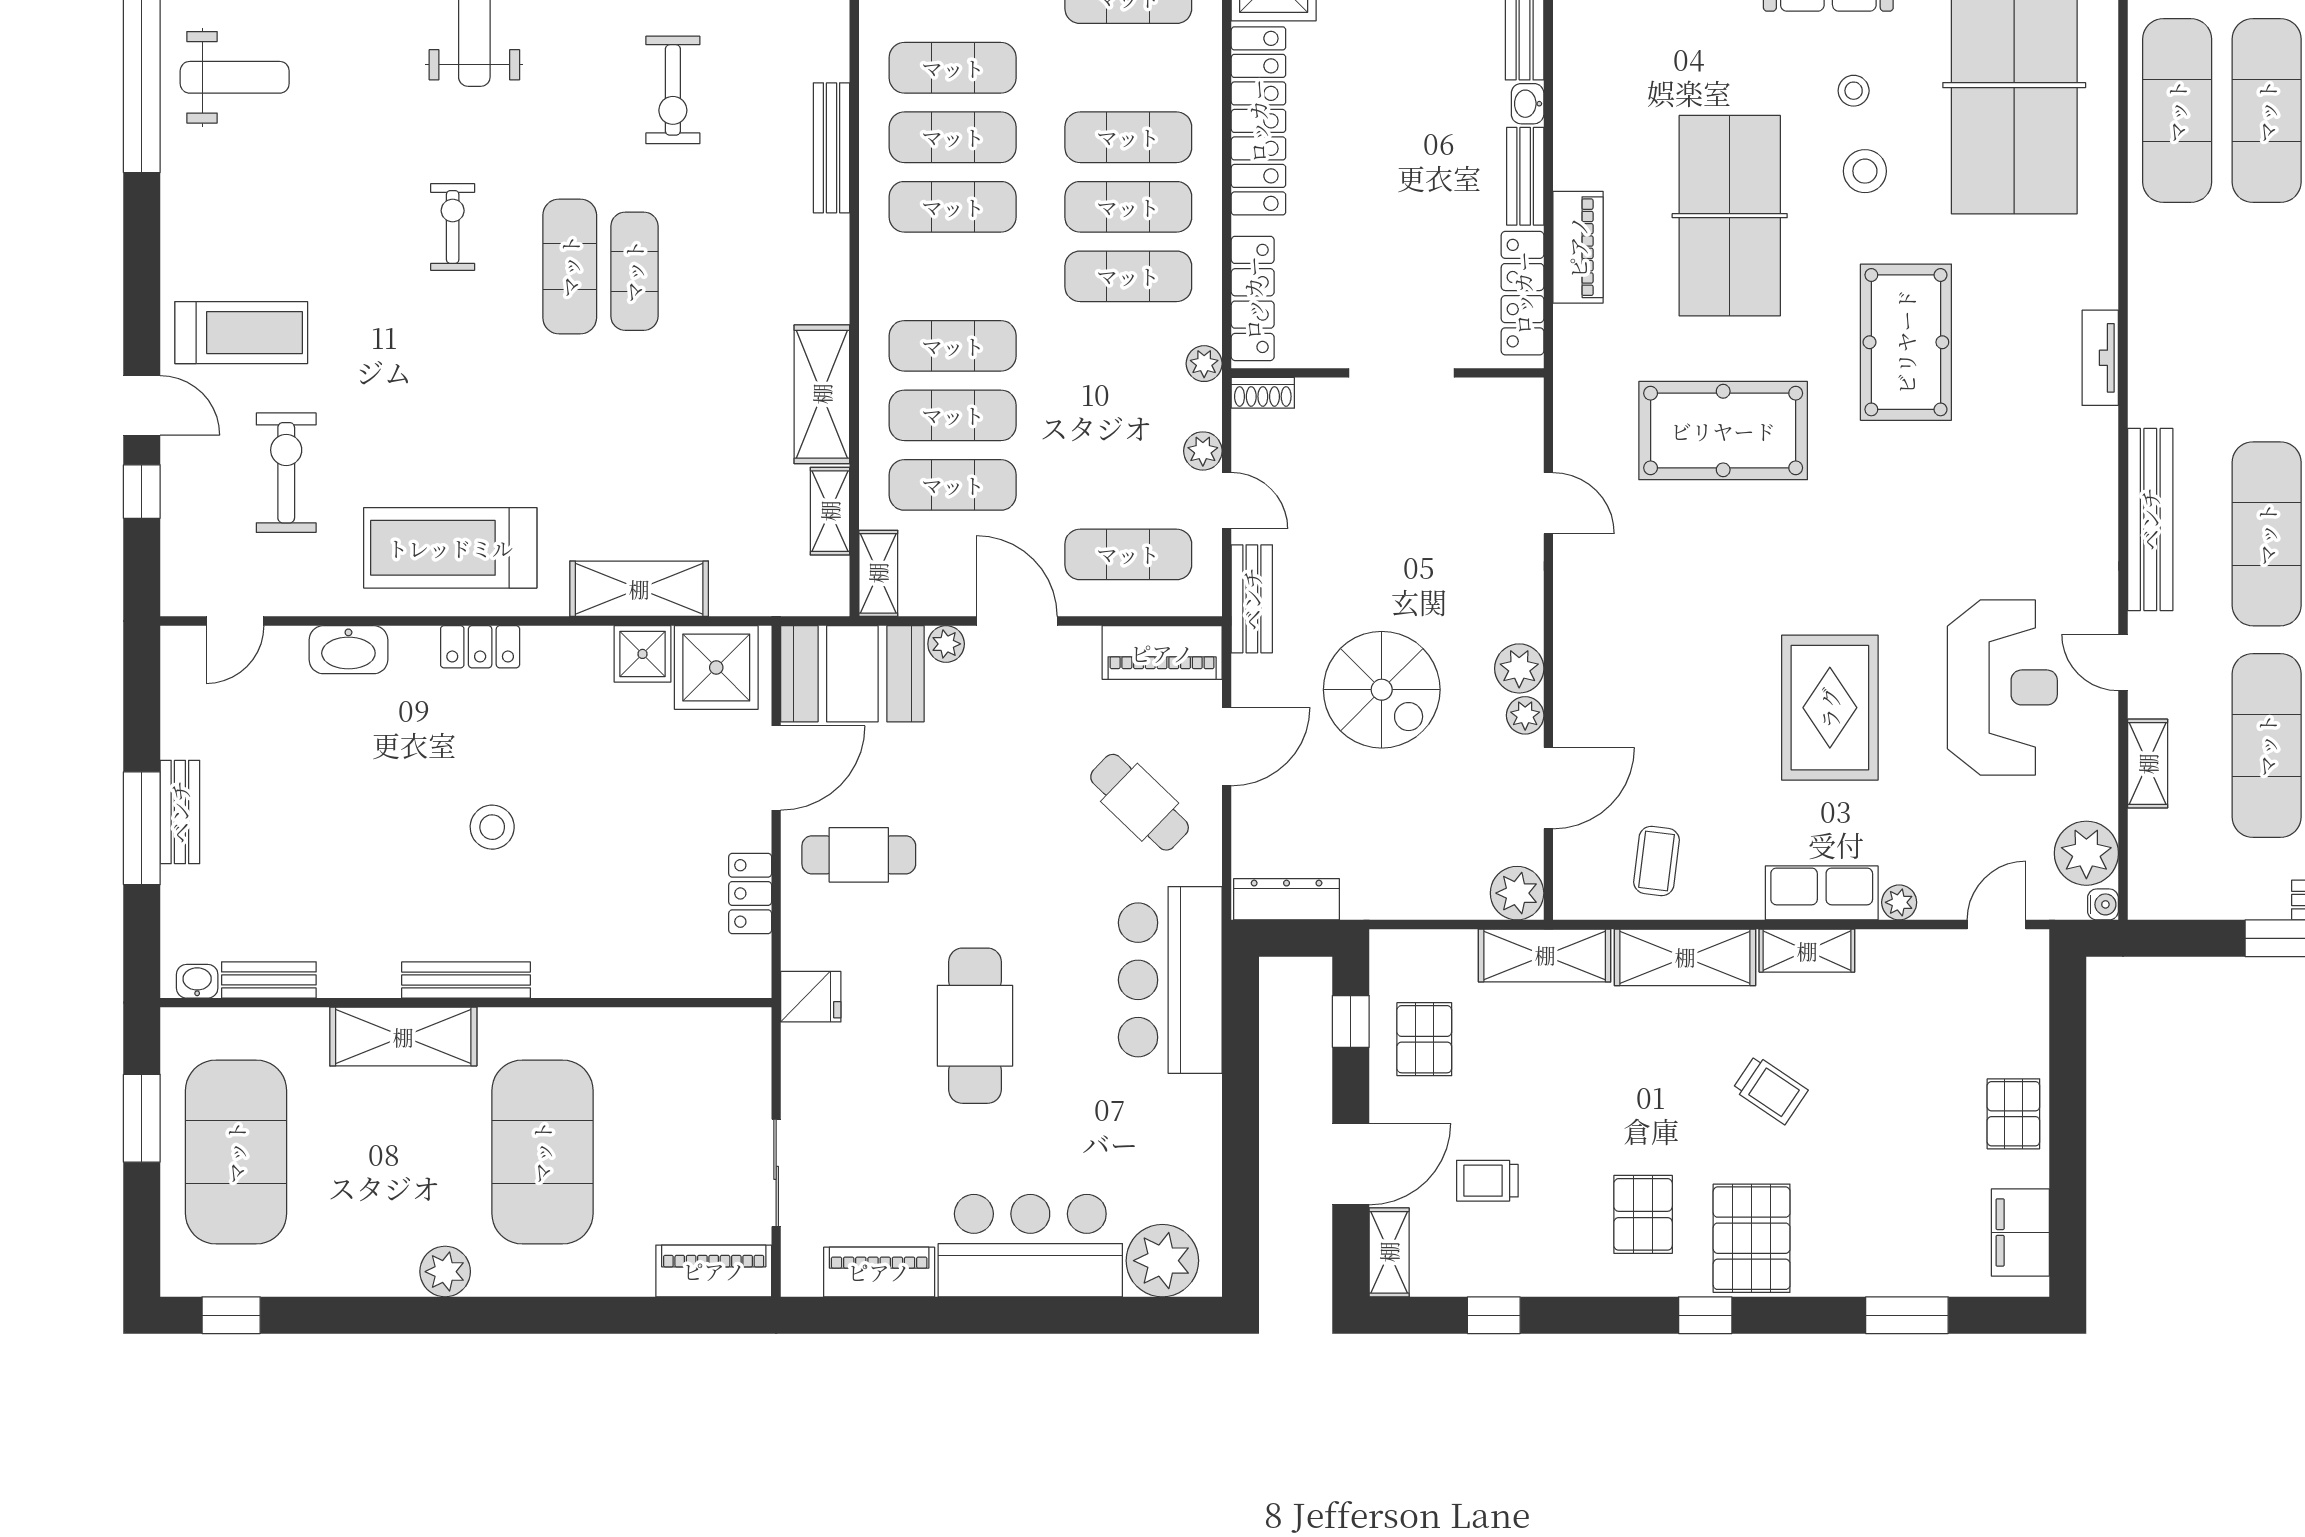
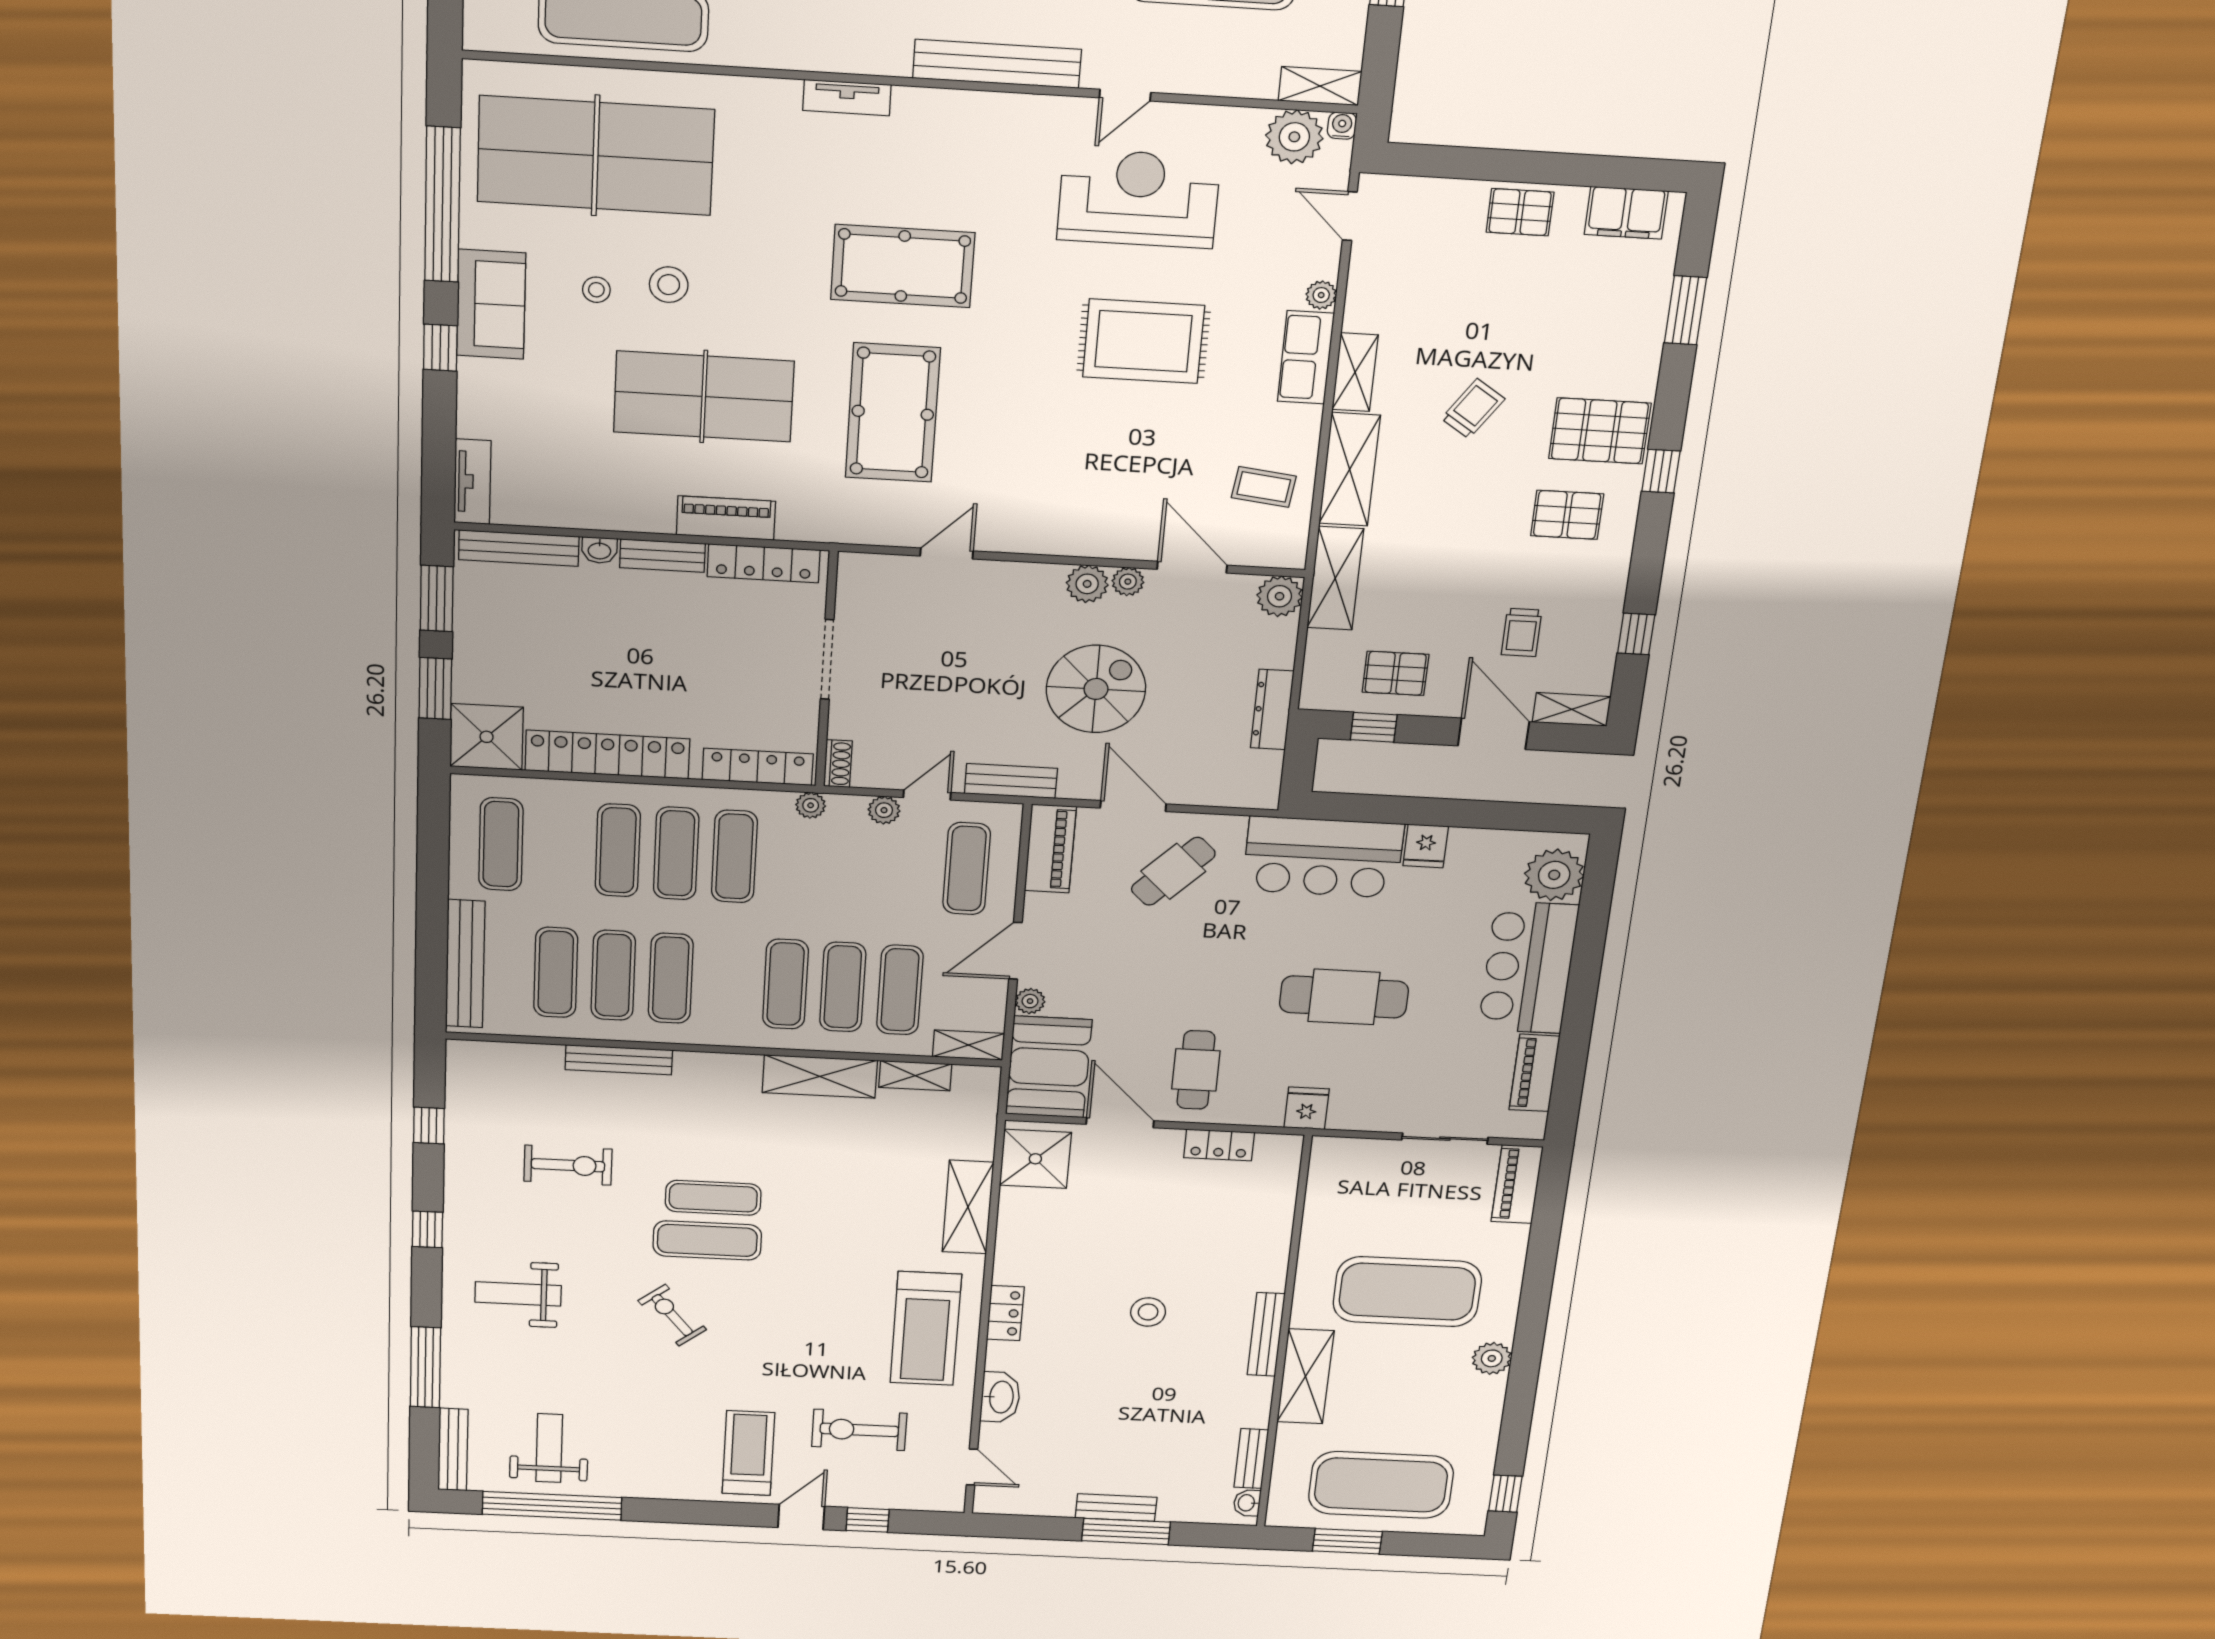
exercise bike: (453, 227) -> (672, 1315), turned 51
pool table: (1906, 342) -> (903, 266), moved
shower: (643, 654) -> (1020, 1207), removed
shelving: (2148, 764) -> (1320, 86), moved
dresser: (1287, 899) -> (1272, 709), moved
fridge: (1193, 1101) -> (1426, 846), added

